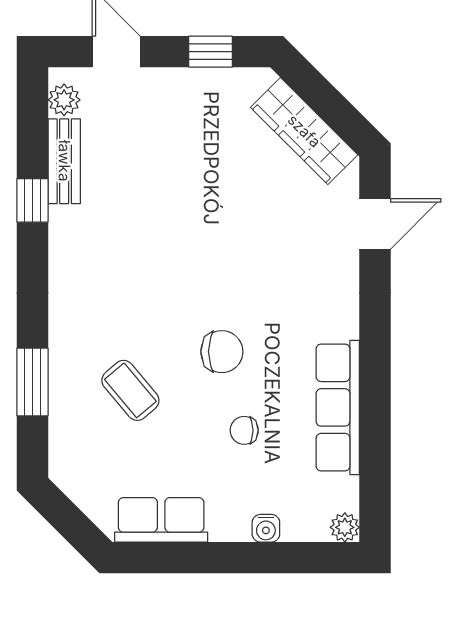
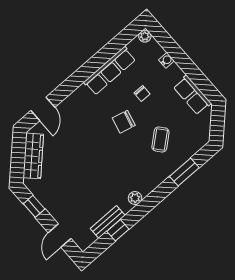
plant: (64, 100) -> (135, 198), moved
window: (32, 200) -> (118, 230), moved
door: (375, 224) -> (43, 109), swing flipped
chair: (222, 352) -> (124, 122), turned -76

